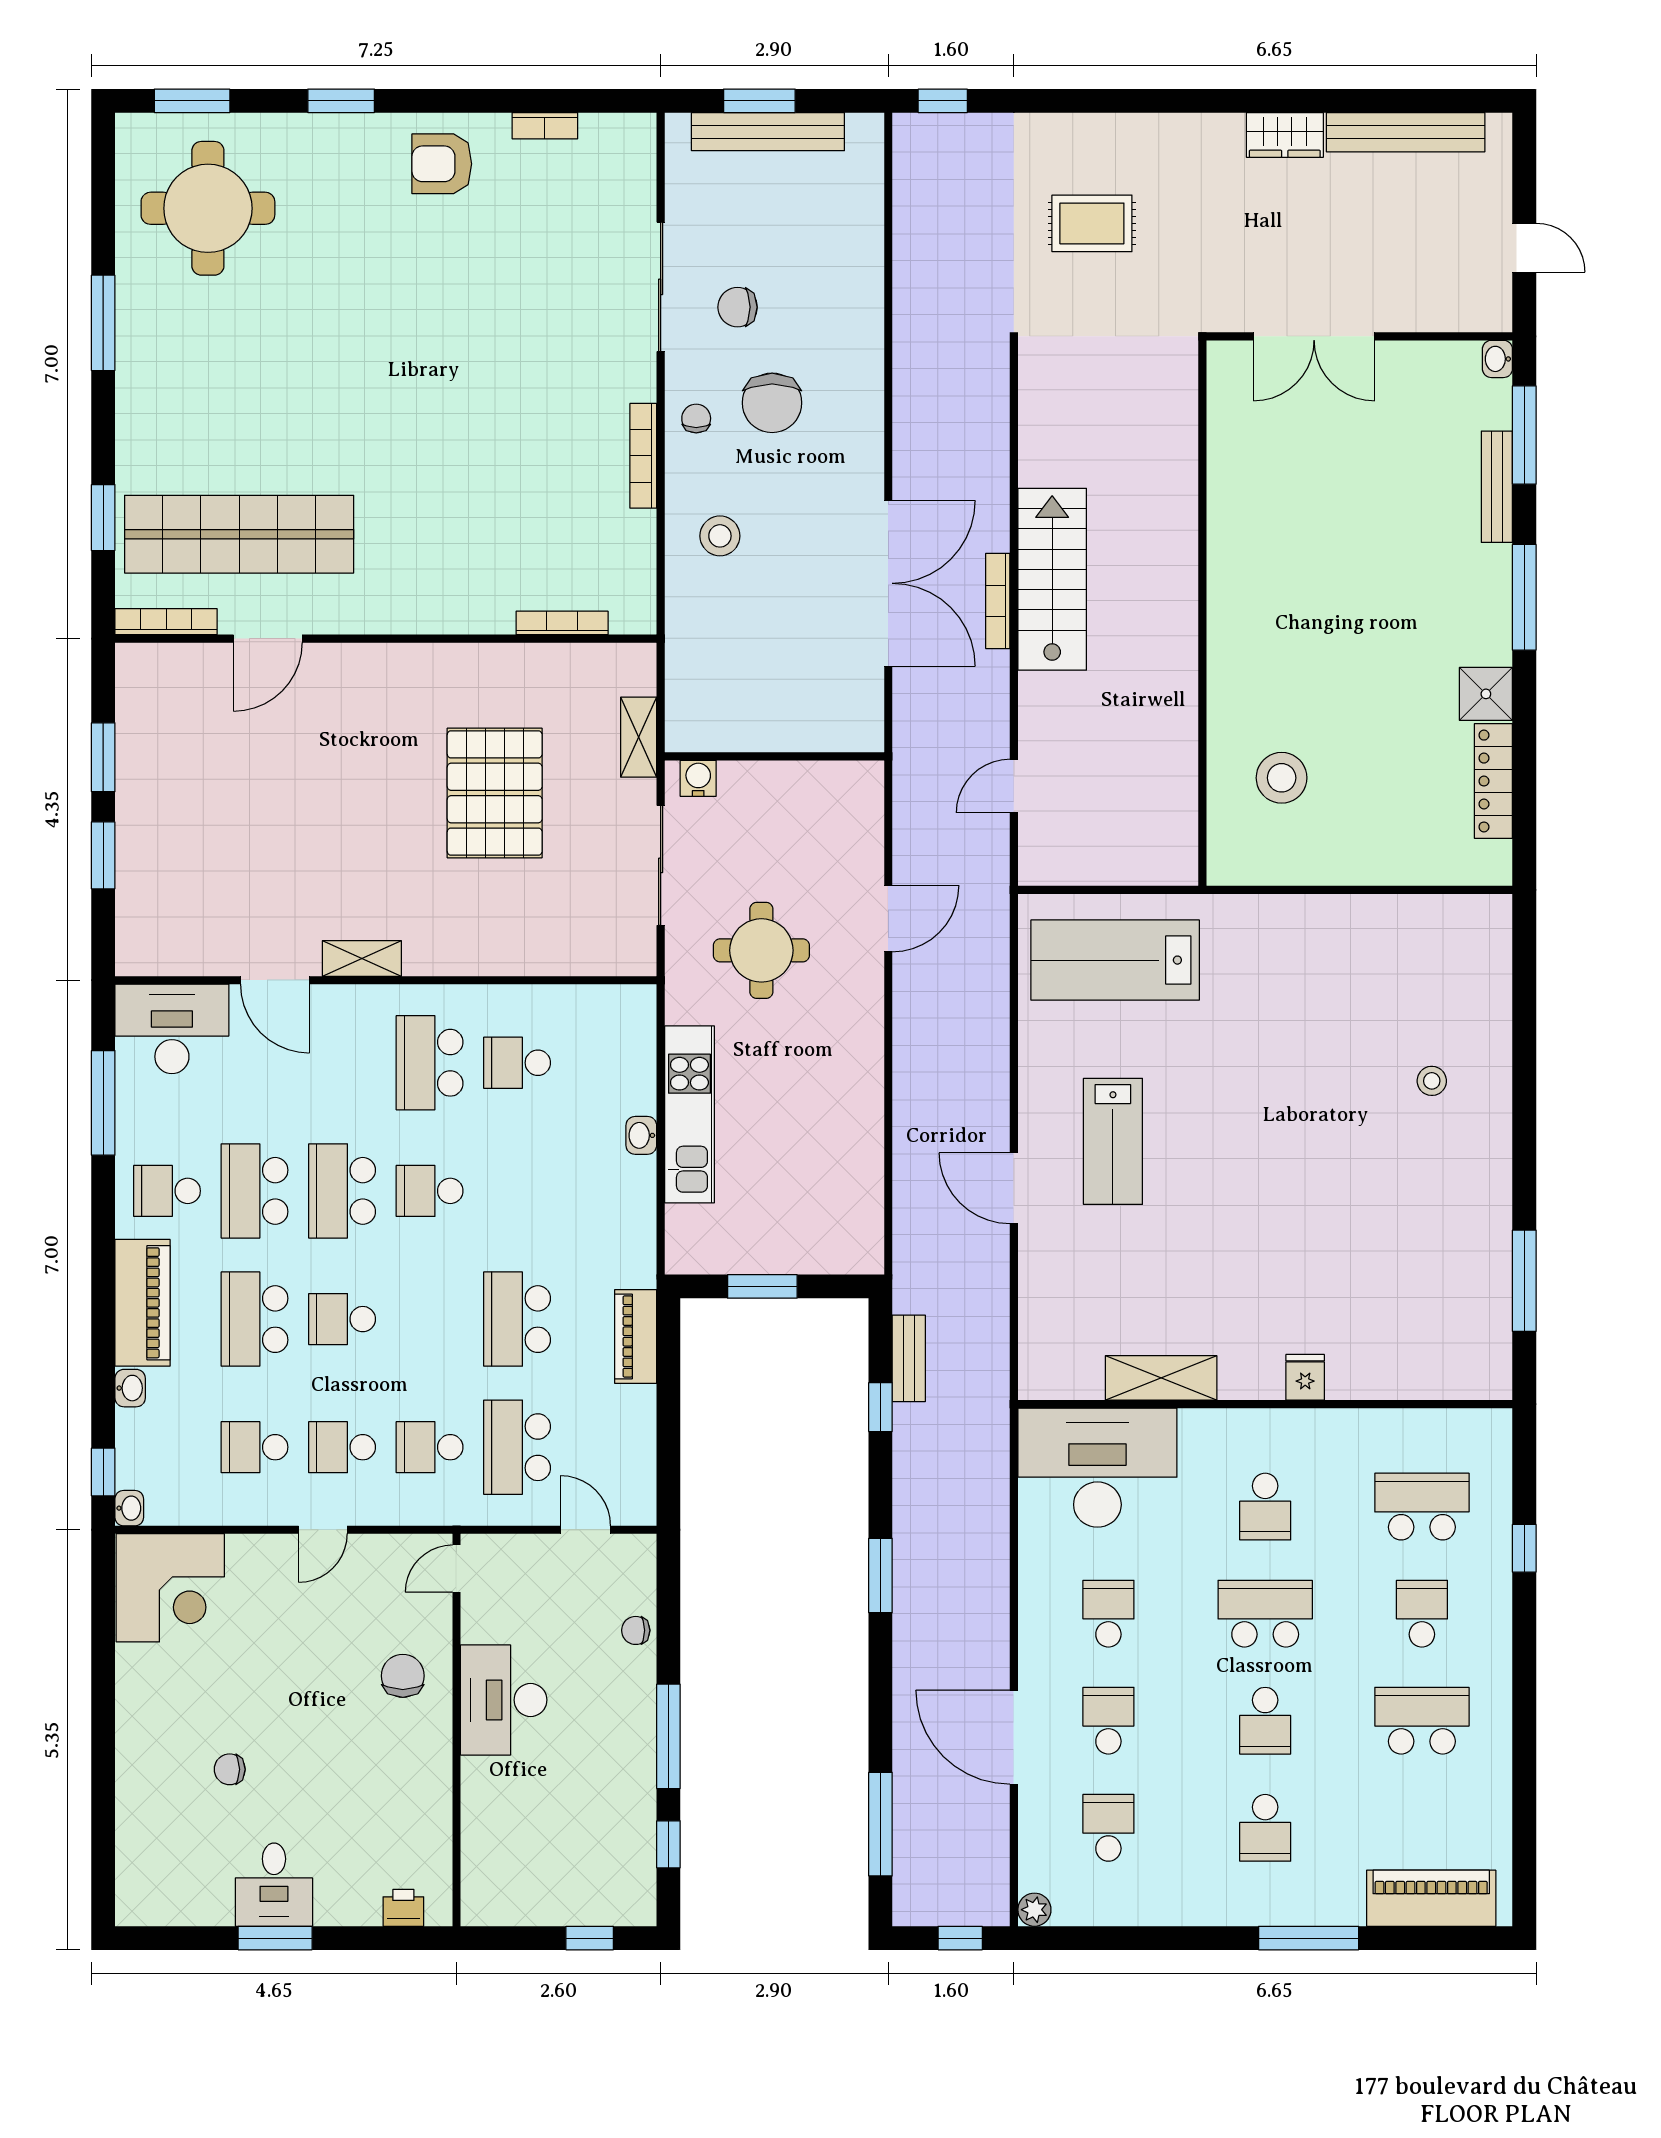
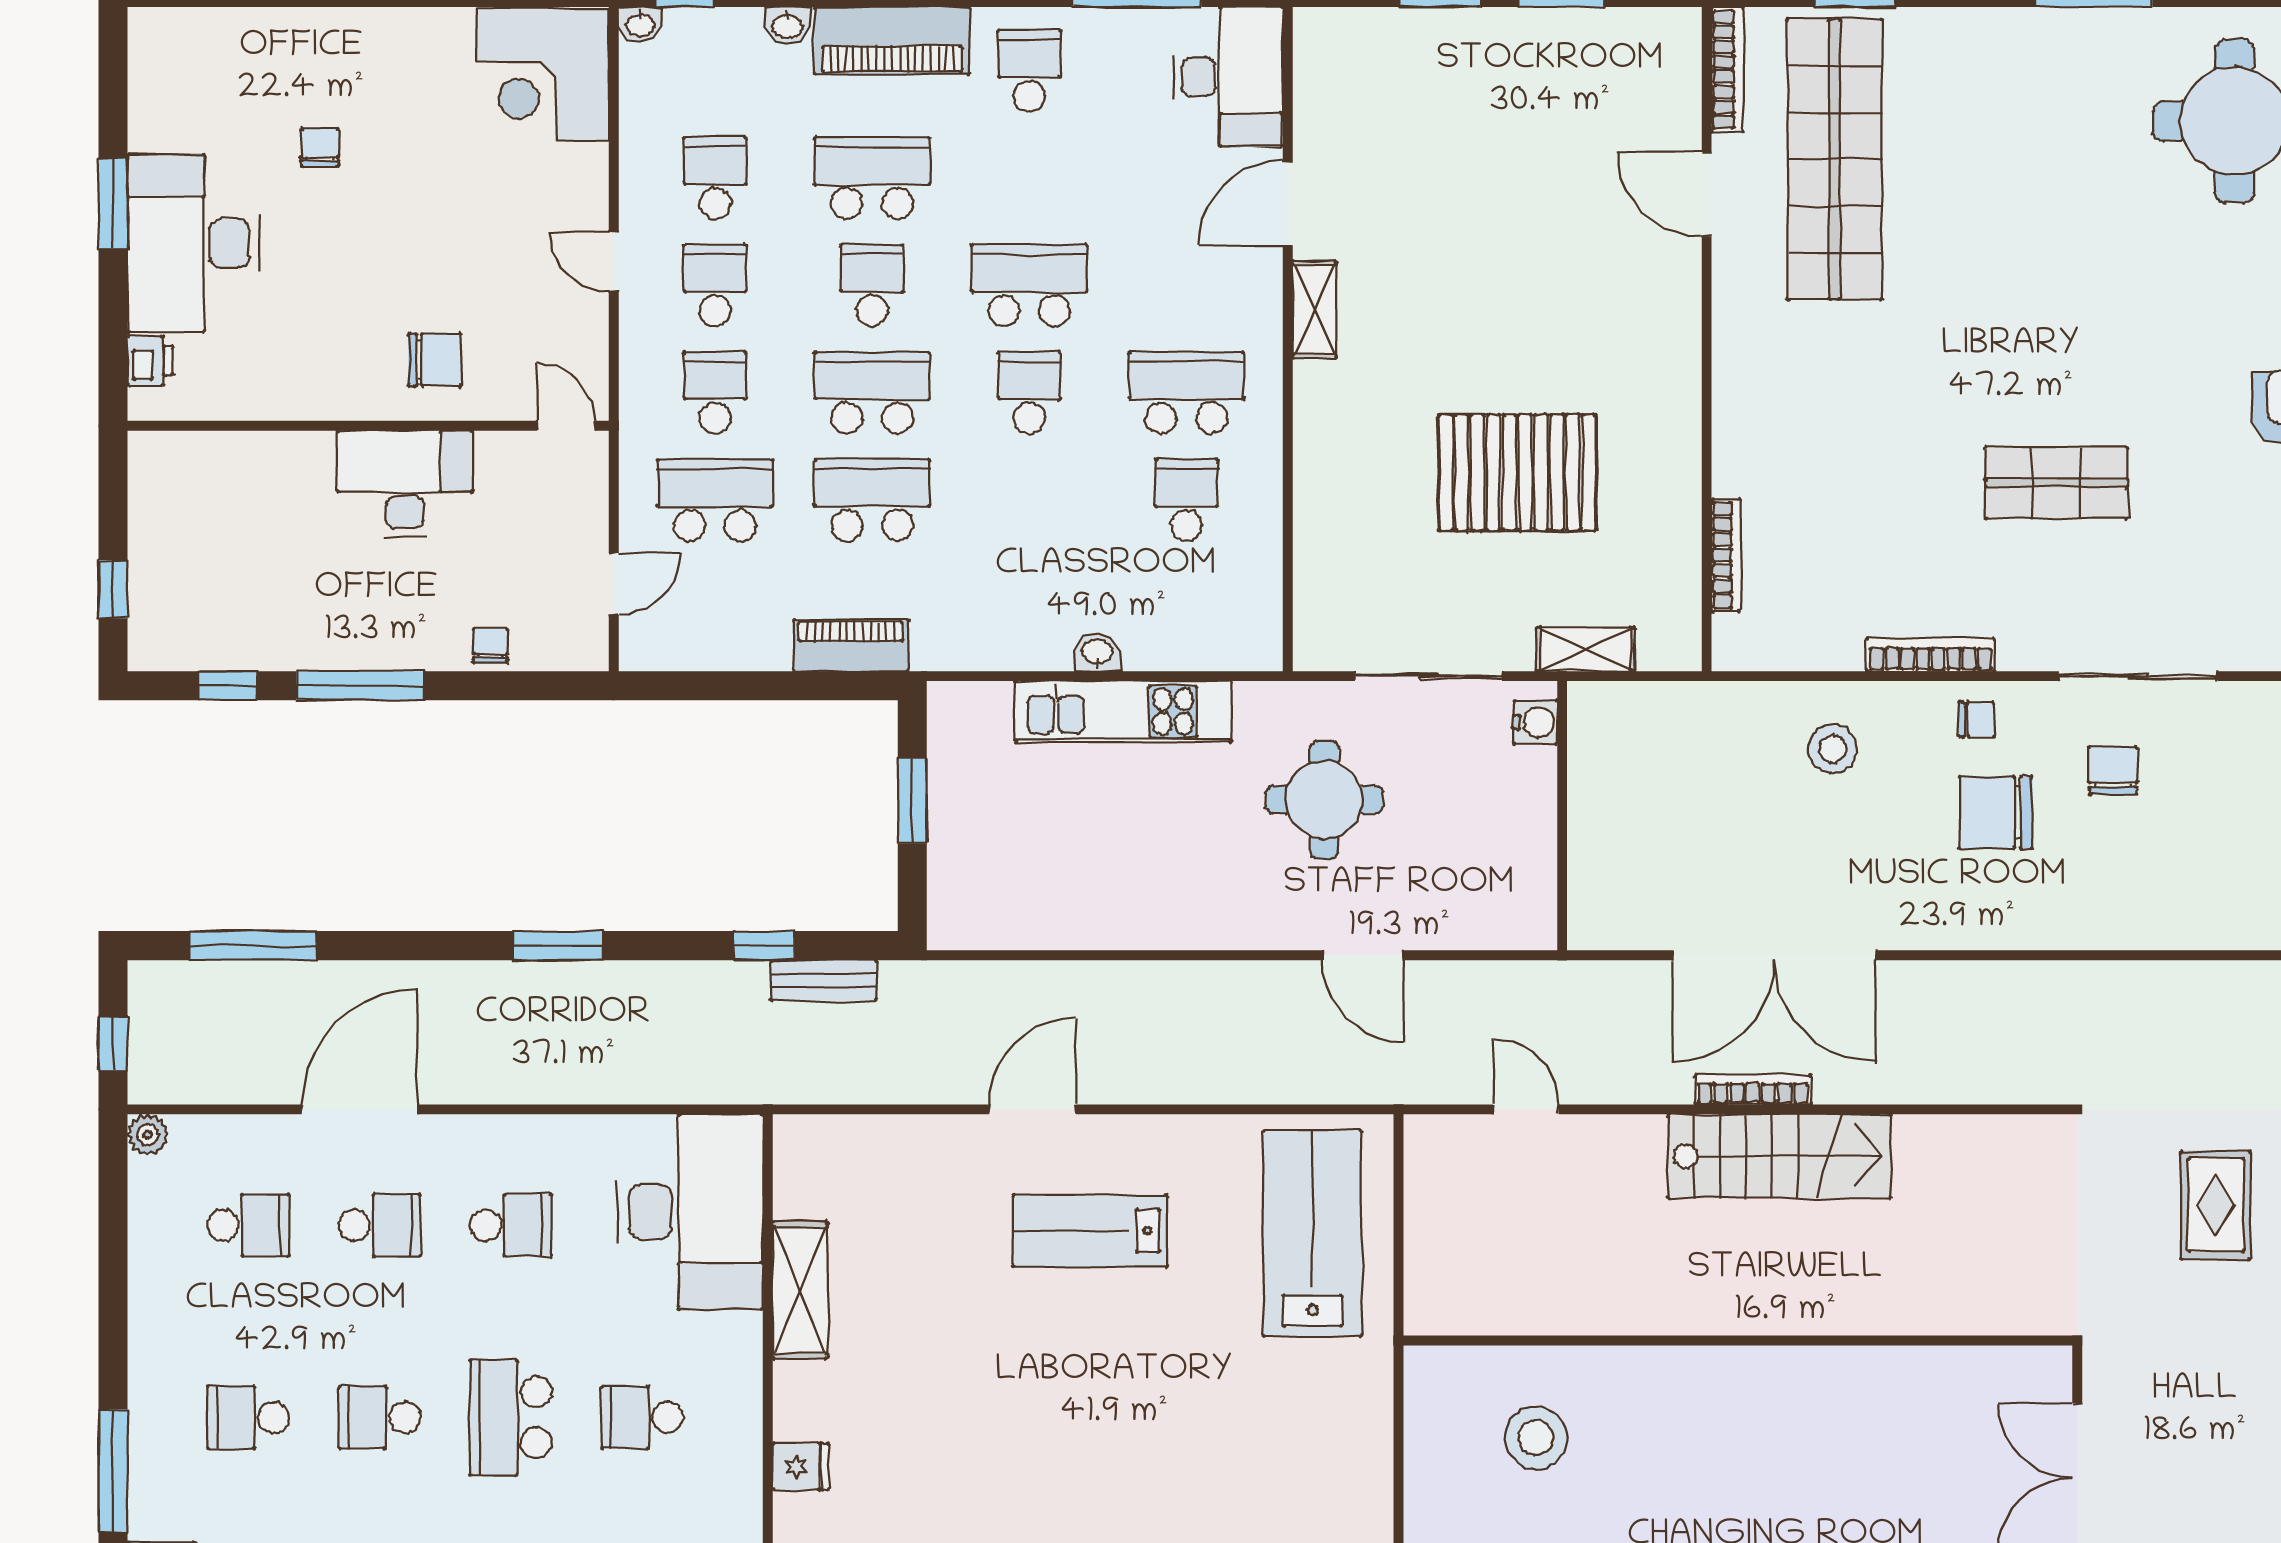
shop shelf: (503, 353) -> (2056, 483), added
school desk: (255, 1191) -> (872, 393), moved
school desk: (1265, 1614) -> (511, 1417), turned 180
desk: (274, 1885) -> (194, 243), width x1.87, depth x1.30

